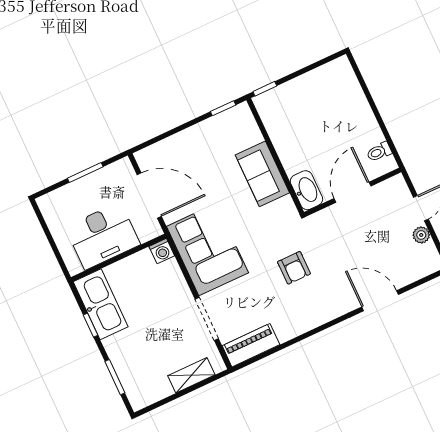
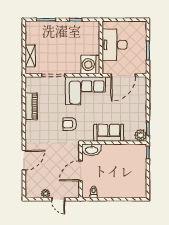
plant: (241, 116) -> (141, 135), added
door: (353, 192) -> (81, 171), swing flipped
washing machine: (162, 251) -> (90, 65), width x1.89, depth x1.89
armchair: (294, 268) -> (70, 124), moved
kitchen sink: (101, 304) -> (83, 29), removed
piano: (251, 345) -> (31, 106), moved

